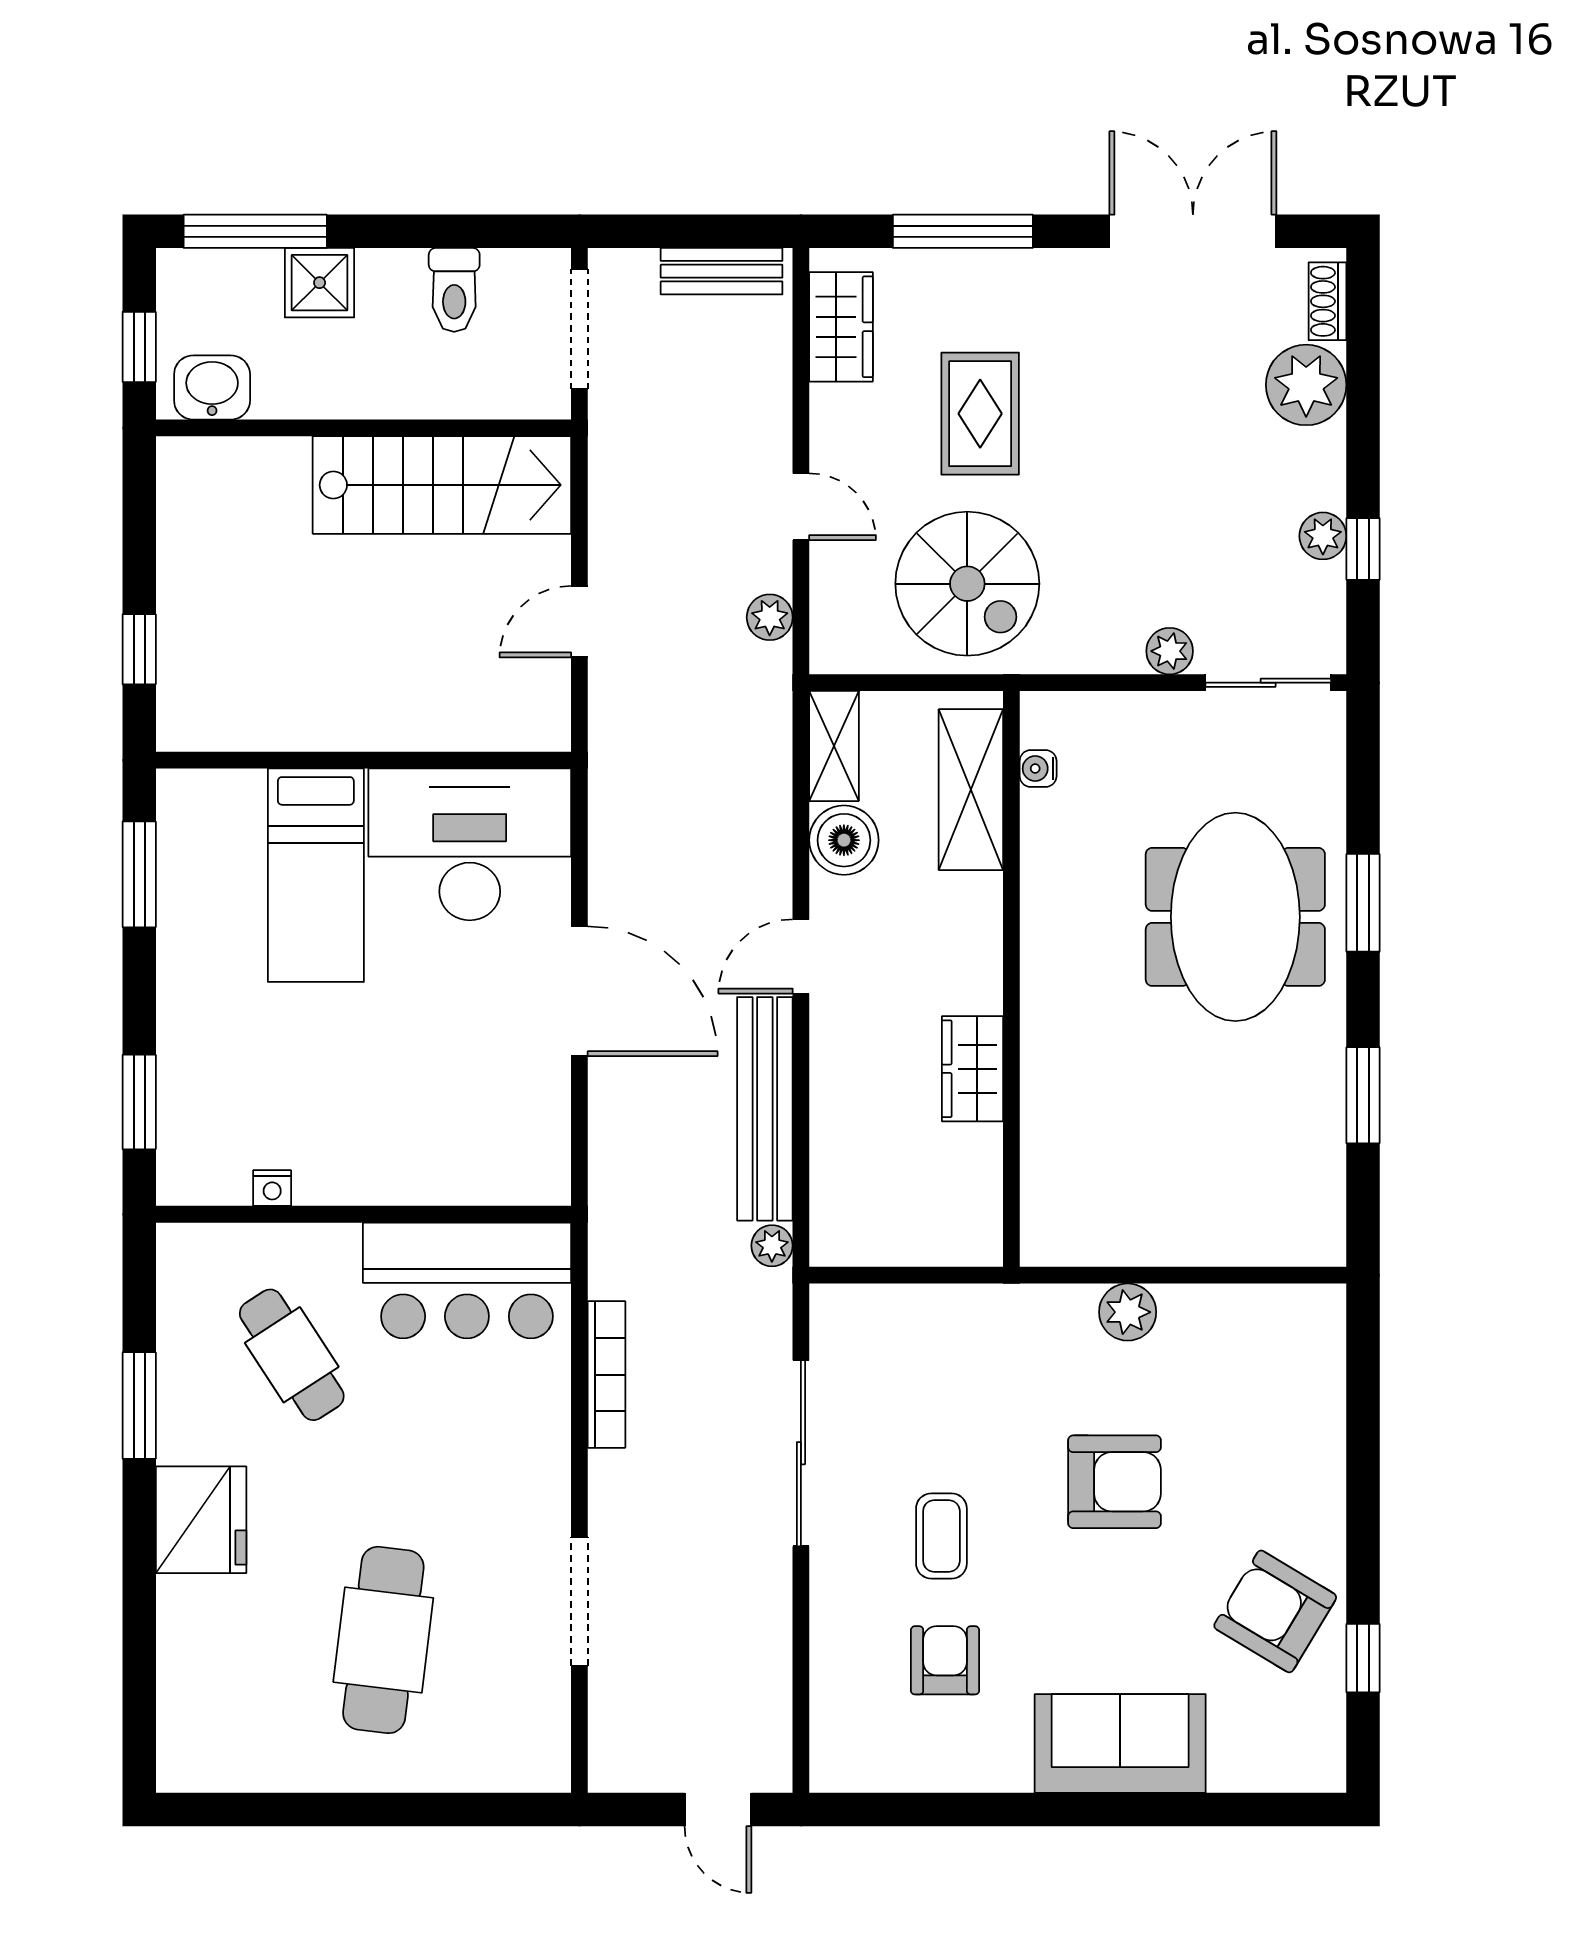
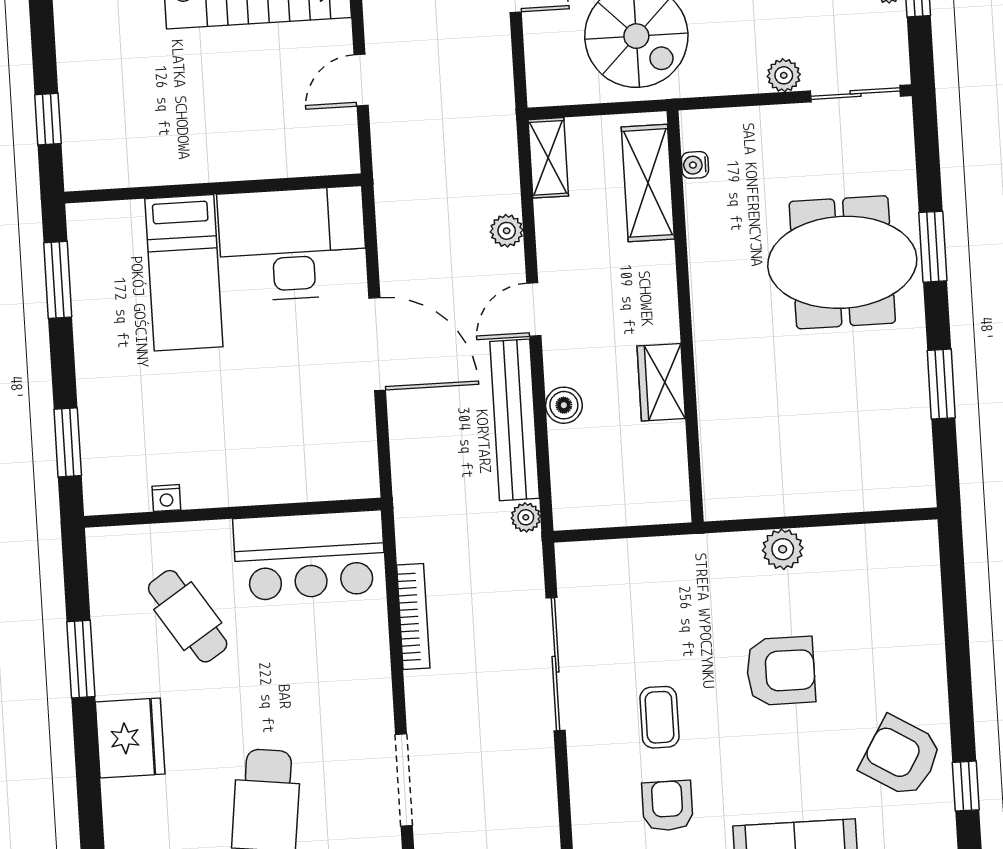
plant: (770, 617) -> (507, 231), moved
boiler: (844, 840) -> (564, 405), moved, width x0.73, depth x0.73
meeting table: (1235, 917) -> (842, 262), turned 90

